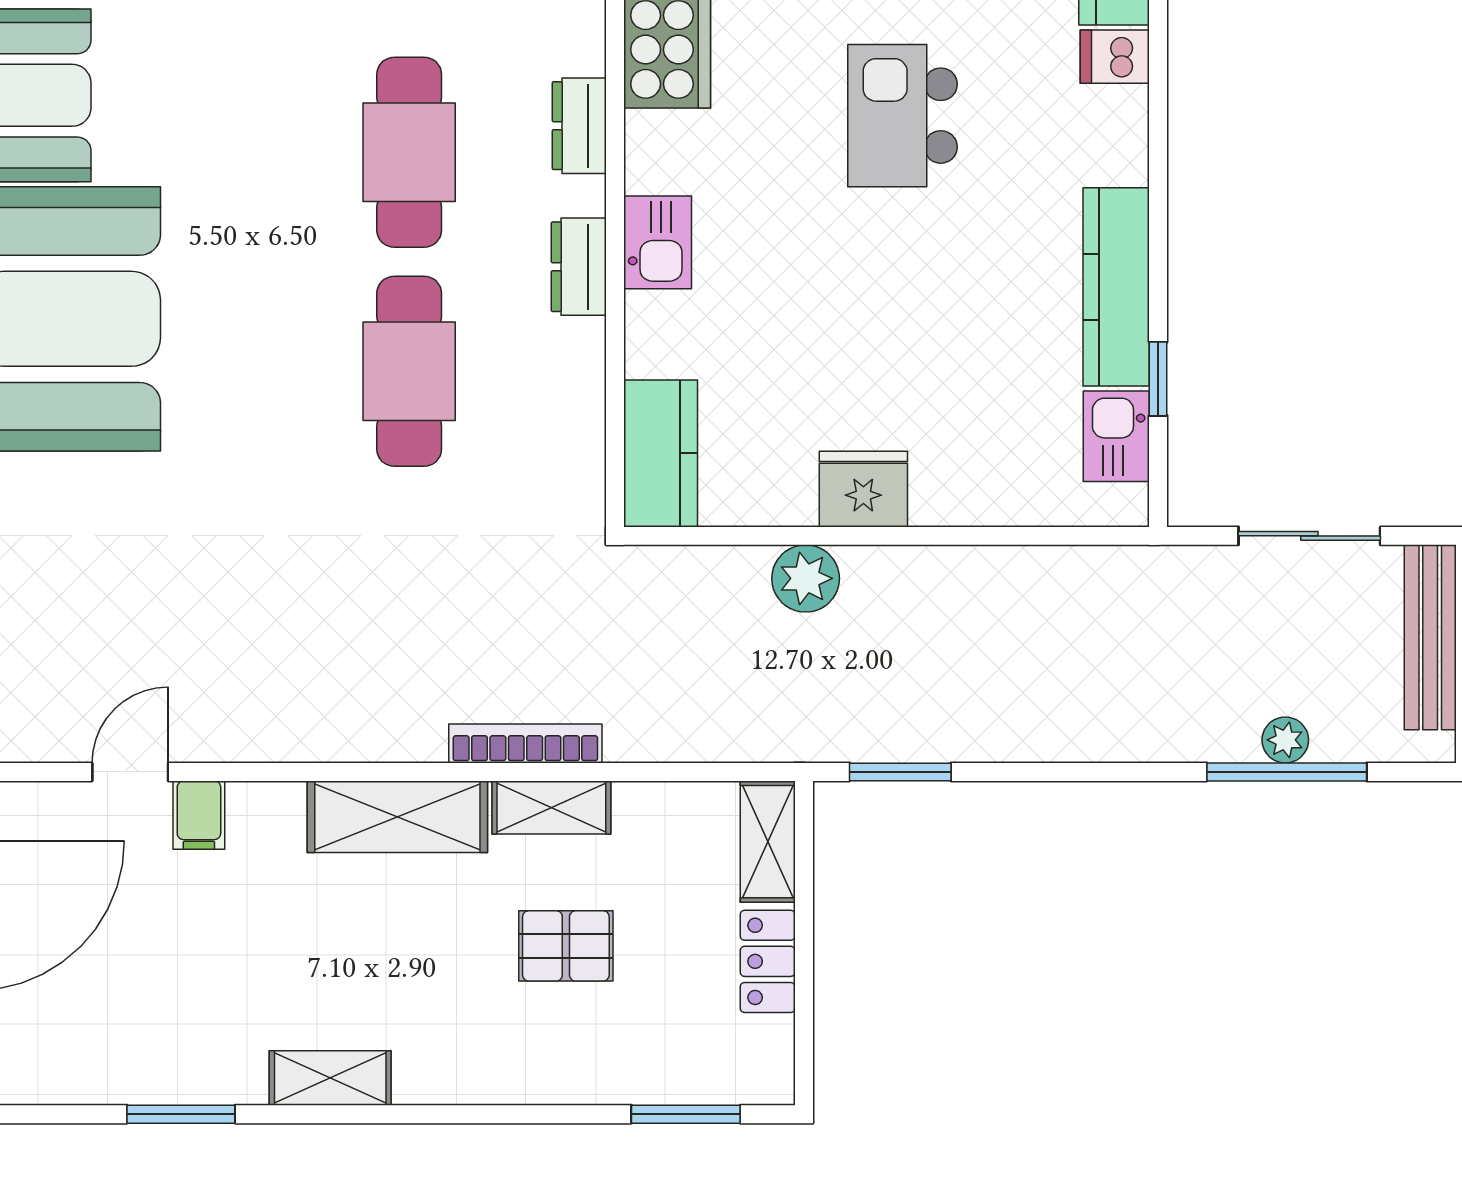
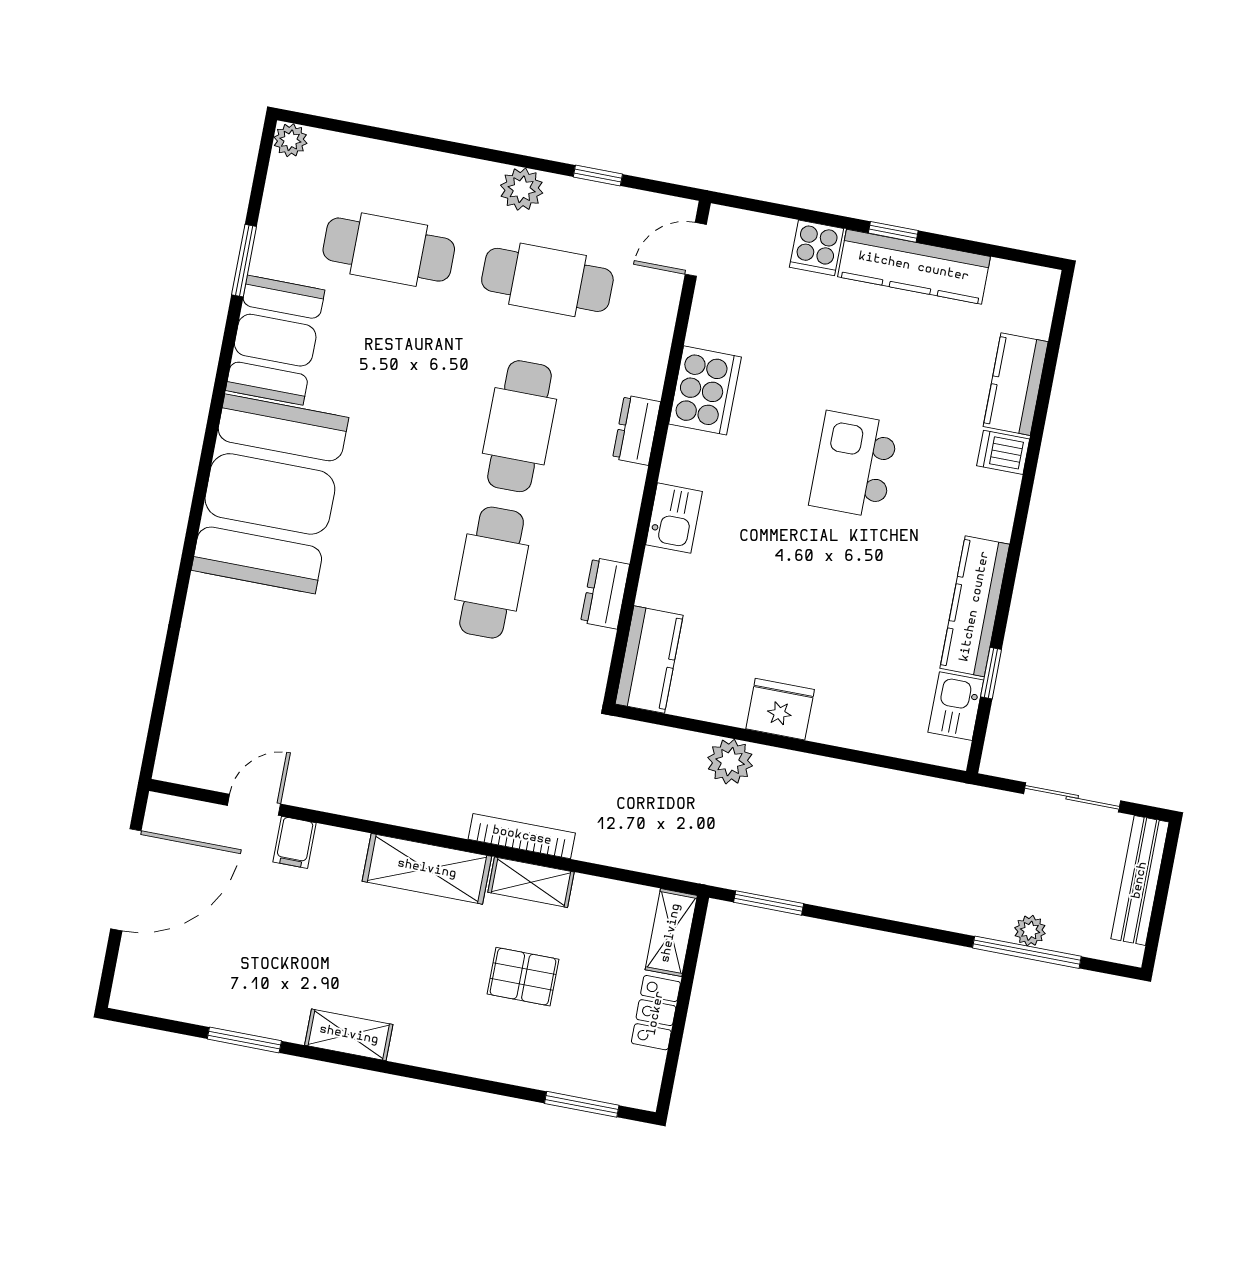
dresser: (579, 267) -> (605, 593), moved

